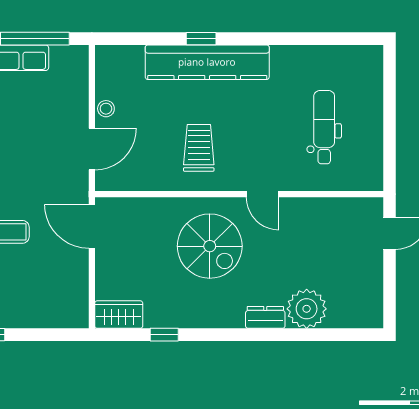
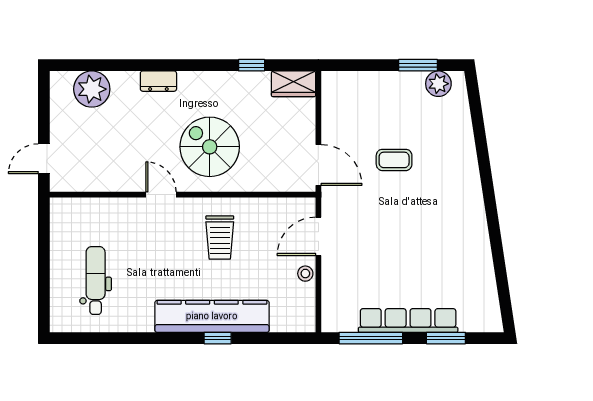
dental chair: (324, 127) -> (96, 281), moved, turned 180
plant: (307, 309) -> (92, 89), moved

